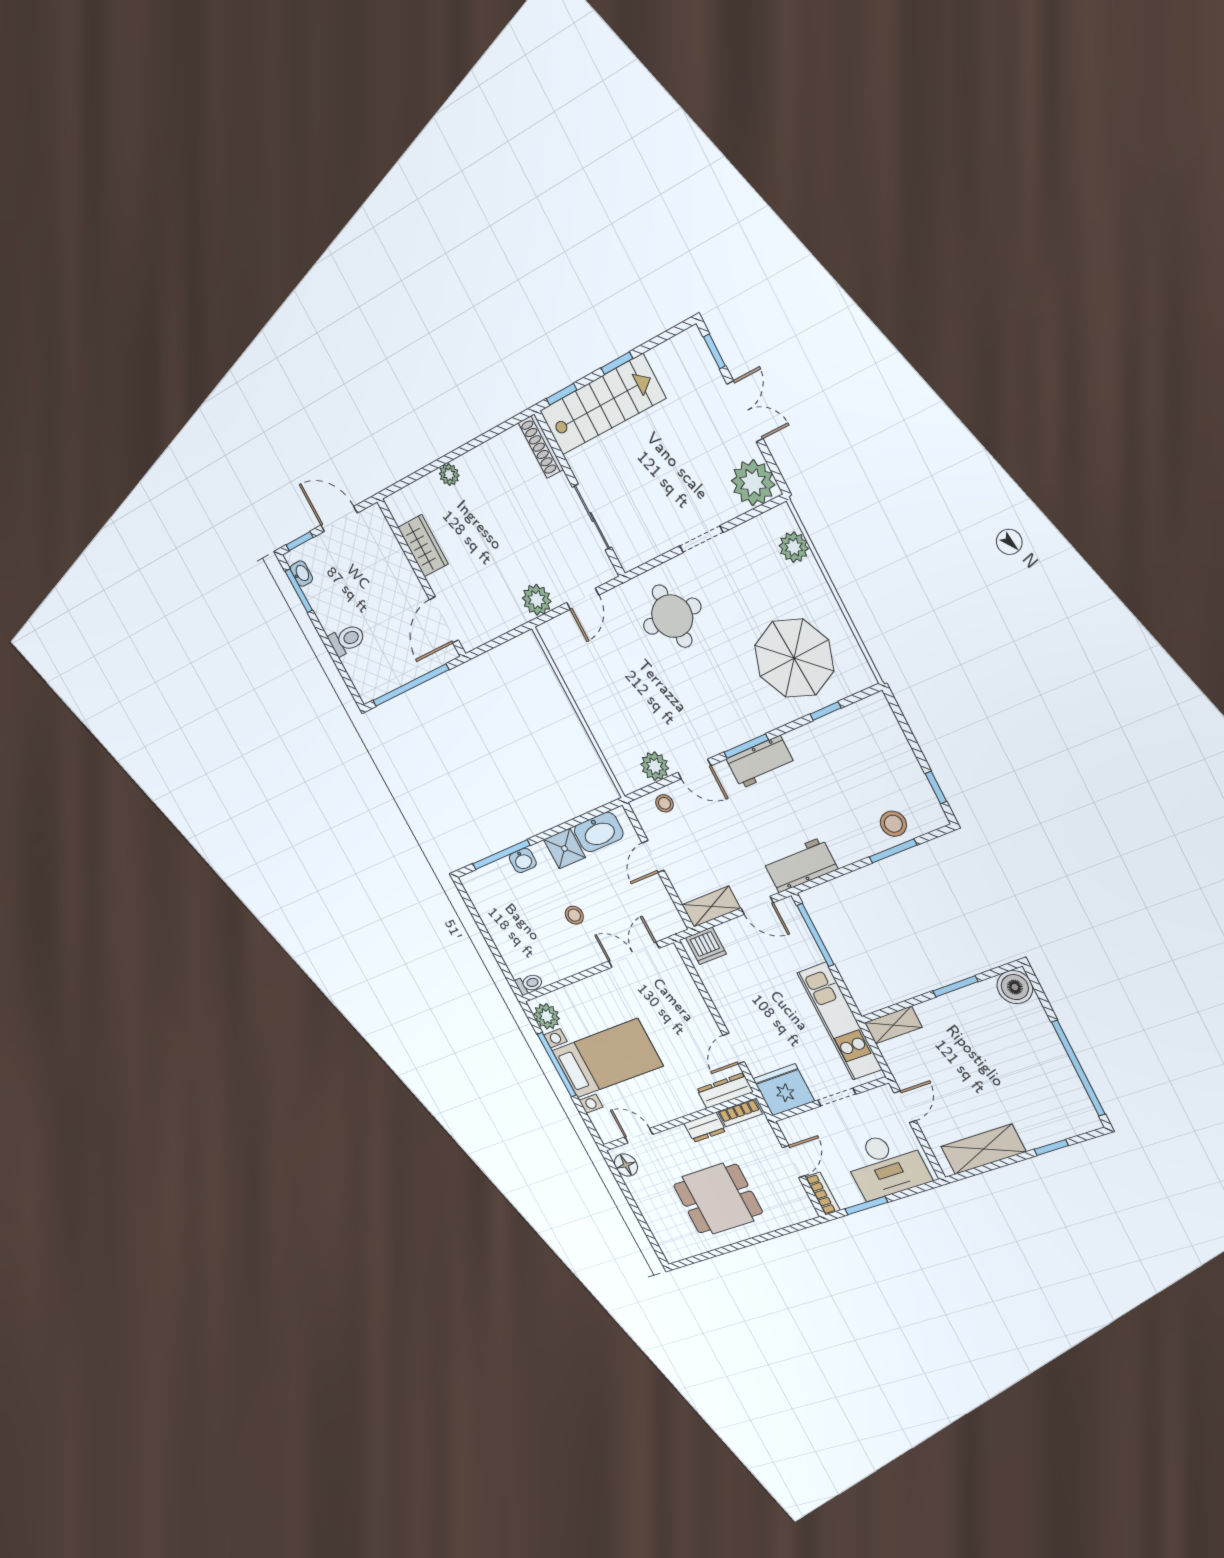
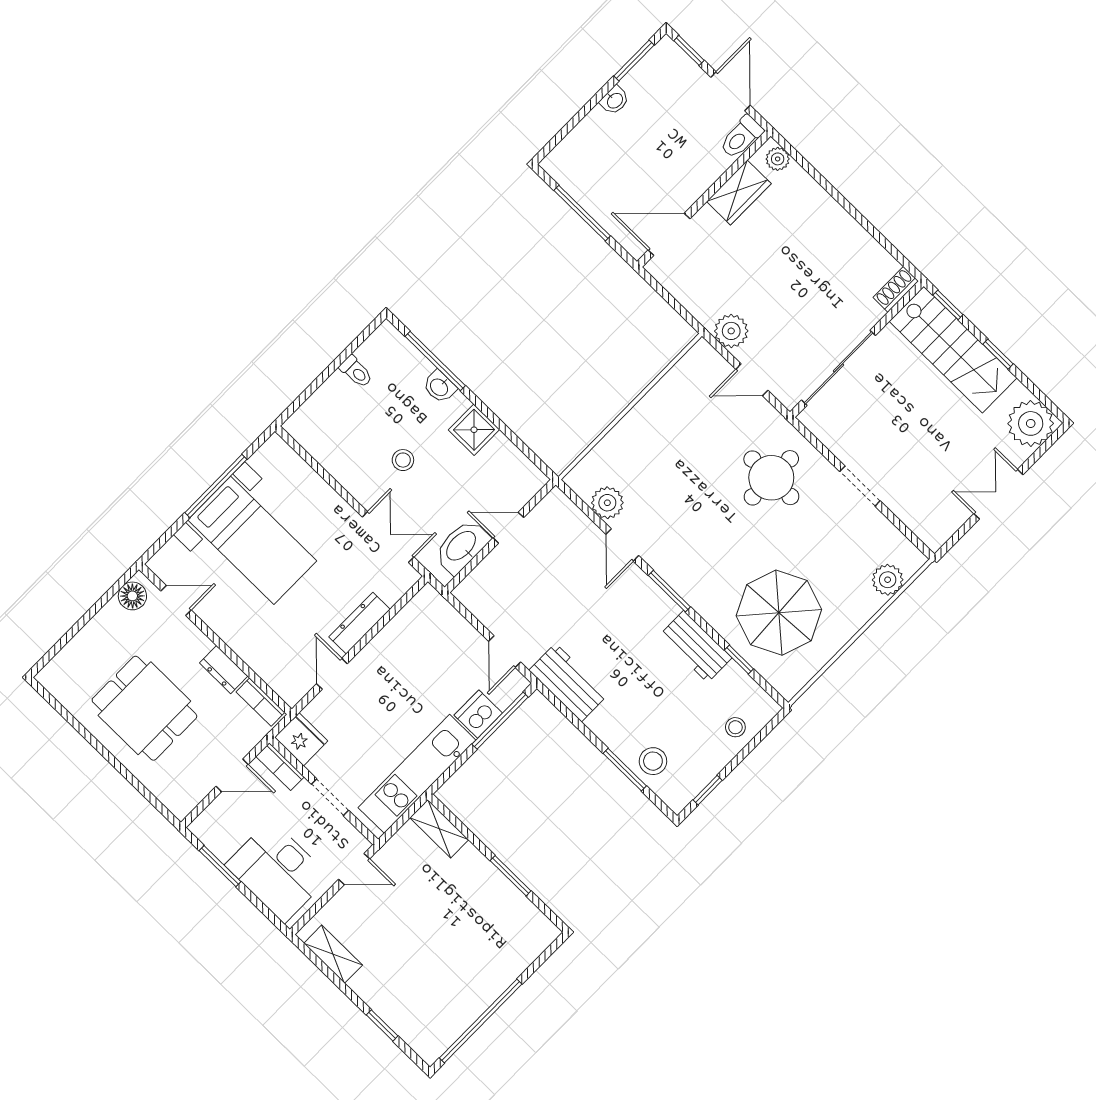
window: (714, 351) -> (1043, 449), removed
double door: (745, 411) -> (998, 494), swing flipped
shoe rack: (541, 446) -> (896, 289), width x0.70
plant: (449, 475) -> (778, 159), moved
plant: (753, 483) -> (1031, 423), moved
sliding door: (592, 517) -> (839, 368), width x1.37
washbasin: (301, 574) -> (615, 100), moved
toilet: (347, 640) -> (741, 137), moved, turned 90
window: (411, 685) -> (582, 213), width x0.68
workbench: (761, 762) -> (696, 647), moved
stool: (664, 803) -> (735, 727), moved
washbasin: (599, 832) -> (462, 546), moved, turned 90
shelving: (711, 907) -> (481, 604), removed
dishwasher: (706, 946) -> (478, 714), moved, turned 90
toilet: (529, 984) -> (356, 372), moved
boiler: (1015, 987) -> (537, 932), removed
plant: (547, 1016) -> (269, 460), removed
door: (734, 1049) -> (332, 674), hinge flipped
fridge: (784, 1090) -> (301, 739), width x0.73, depth x0.75
dresser: (725, 1091) -> (360, 623), moved, turned -90
door: (639, 1136) -> (176, 600), hinge flipped
shelving: (983, 1149) -> (333, 954), width x0.67, depth x0.75
bookcase: (823, 1194) -> (280, 767), moved, turned 90

